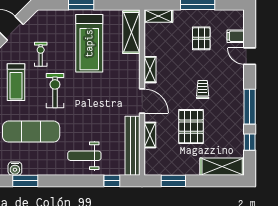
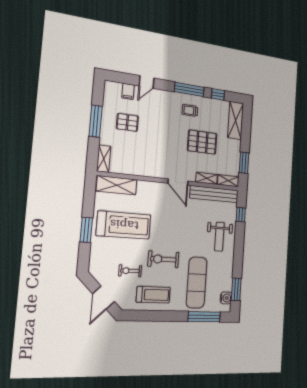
shelving: (150, 70) -> (228, 181), moved
trolley: (203, 90) -> (190, 110), moved
door: (142, 101) -> (178, 182), swing flipped

